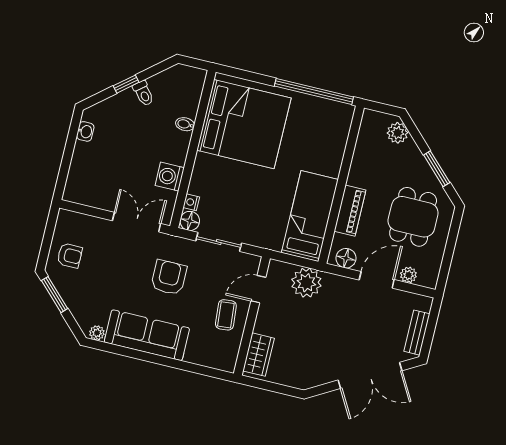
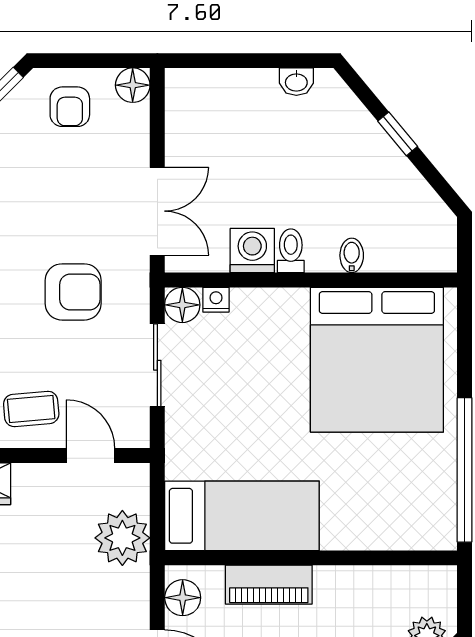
toilet: (143, 93) -> (291, 251), moved, turned 130
floor lamp: (66, 219) -> (133, 85), added

